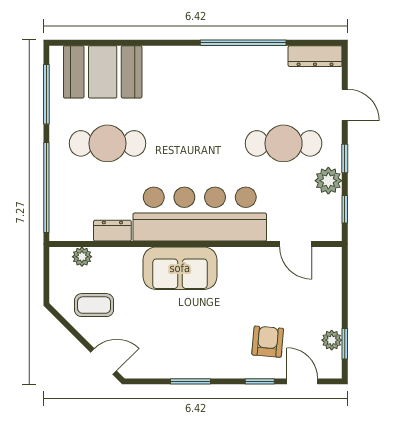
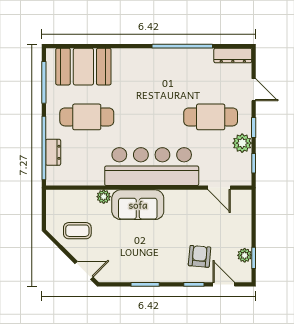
dresser: (112, 231) -> (53, 152), moved, turned 90
plant: (82, 257) -> (104, 197), moved

